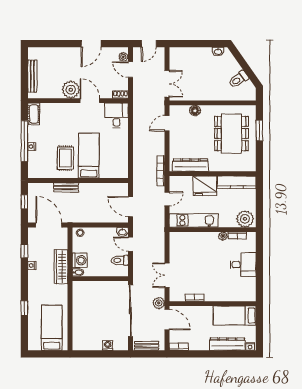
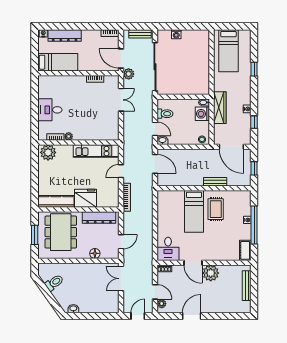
dresser: (190, 165) -> (99, 218), moved
wall: (213, 174) -> (78, 210), moved
kitchen counter: (237, 182) -> (56, 201), moved
fridge: (205, 186) -> (86, 198), moved

